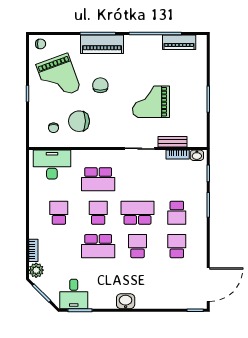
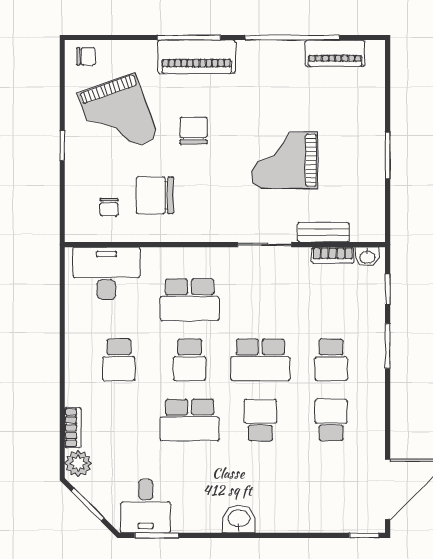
school desk: (59, 213) -> (119, 360), turned 180
school desk: (98, 213) -> (190, 360), turned 180
school desk: (137, 213) -> (260, 360), turned 180

